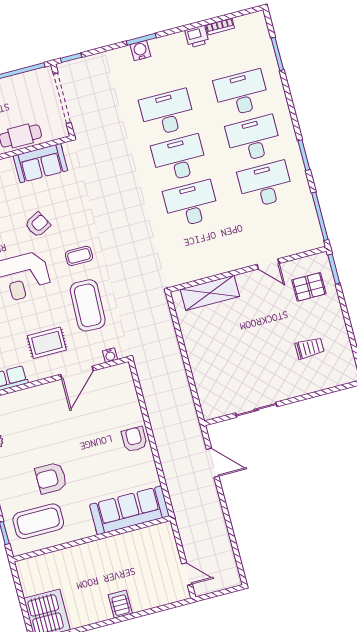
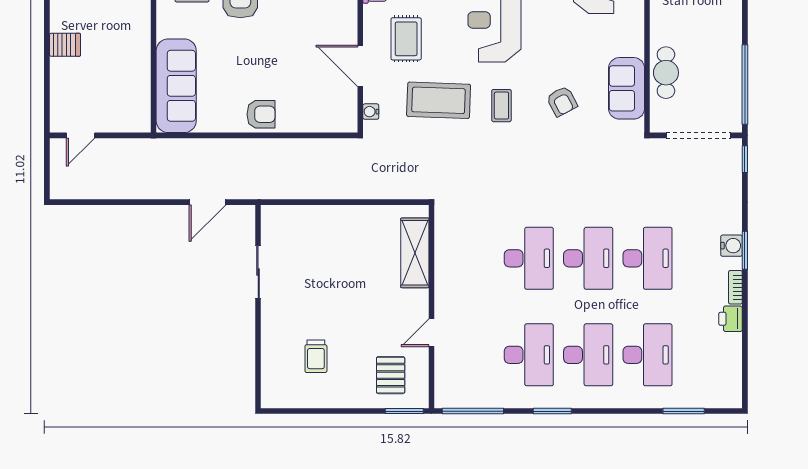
bookcase: (220, 26) -> (735, 287), moved
armchair: (38, 225) -> (562, 101), moved

